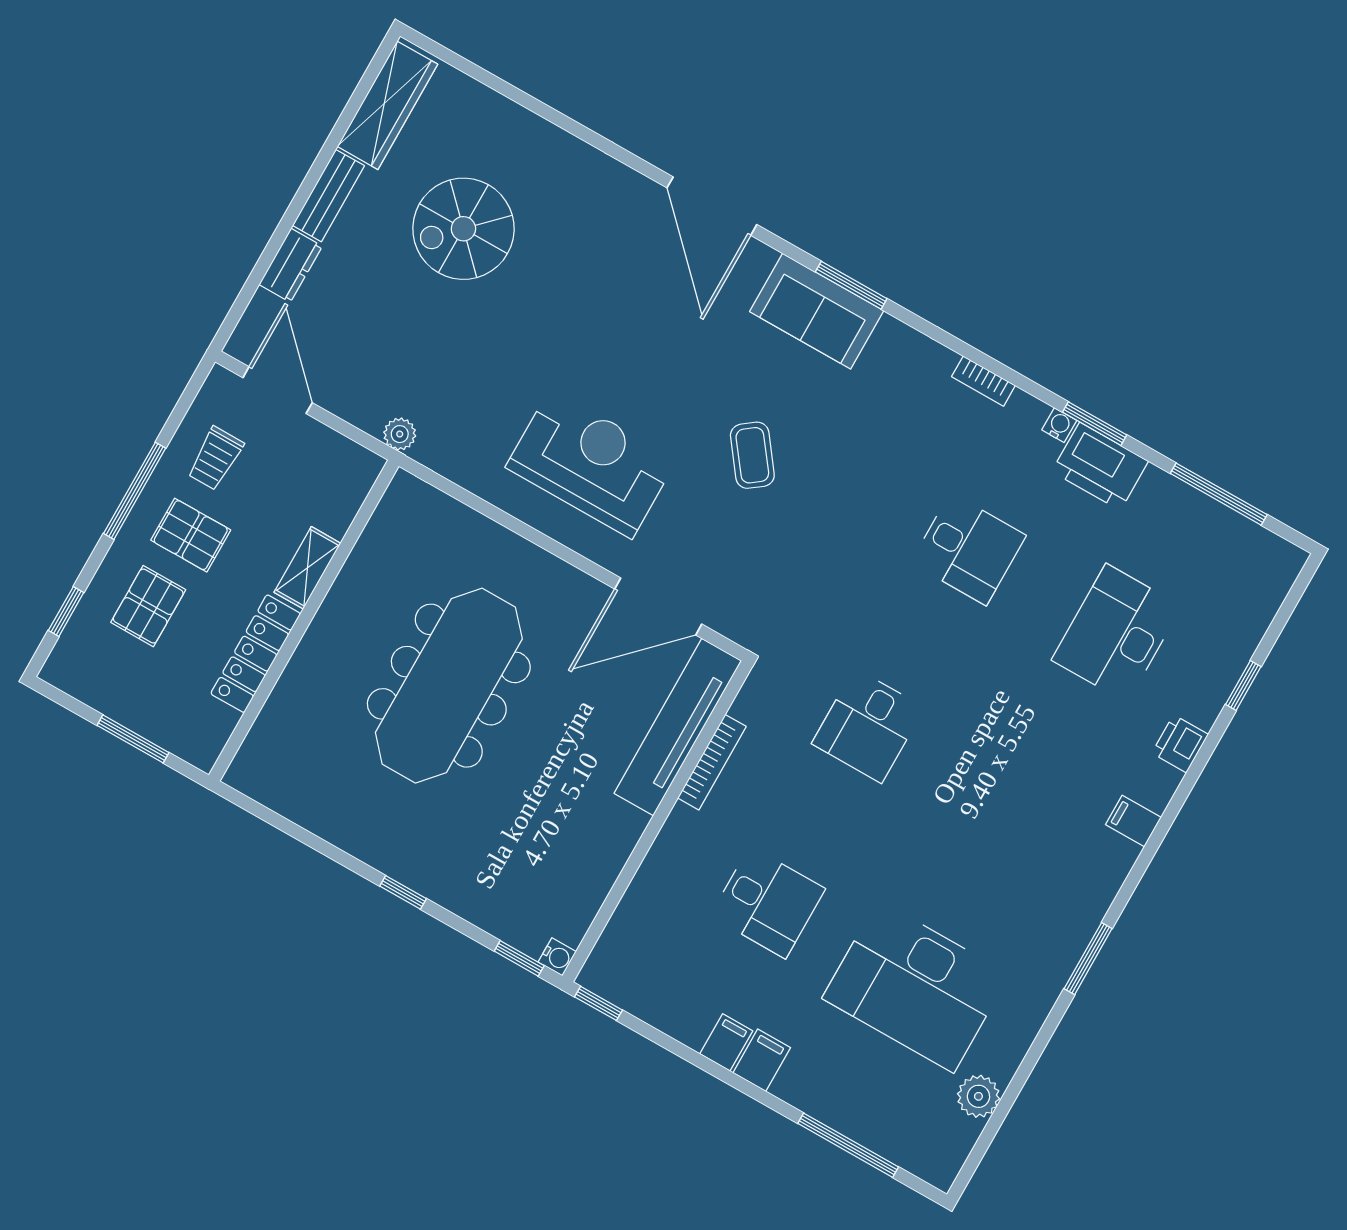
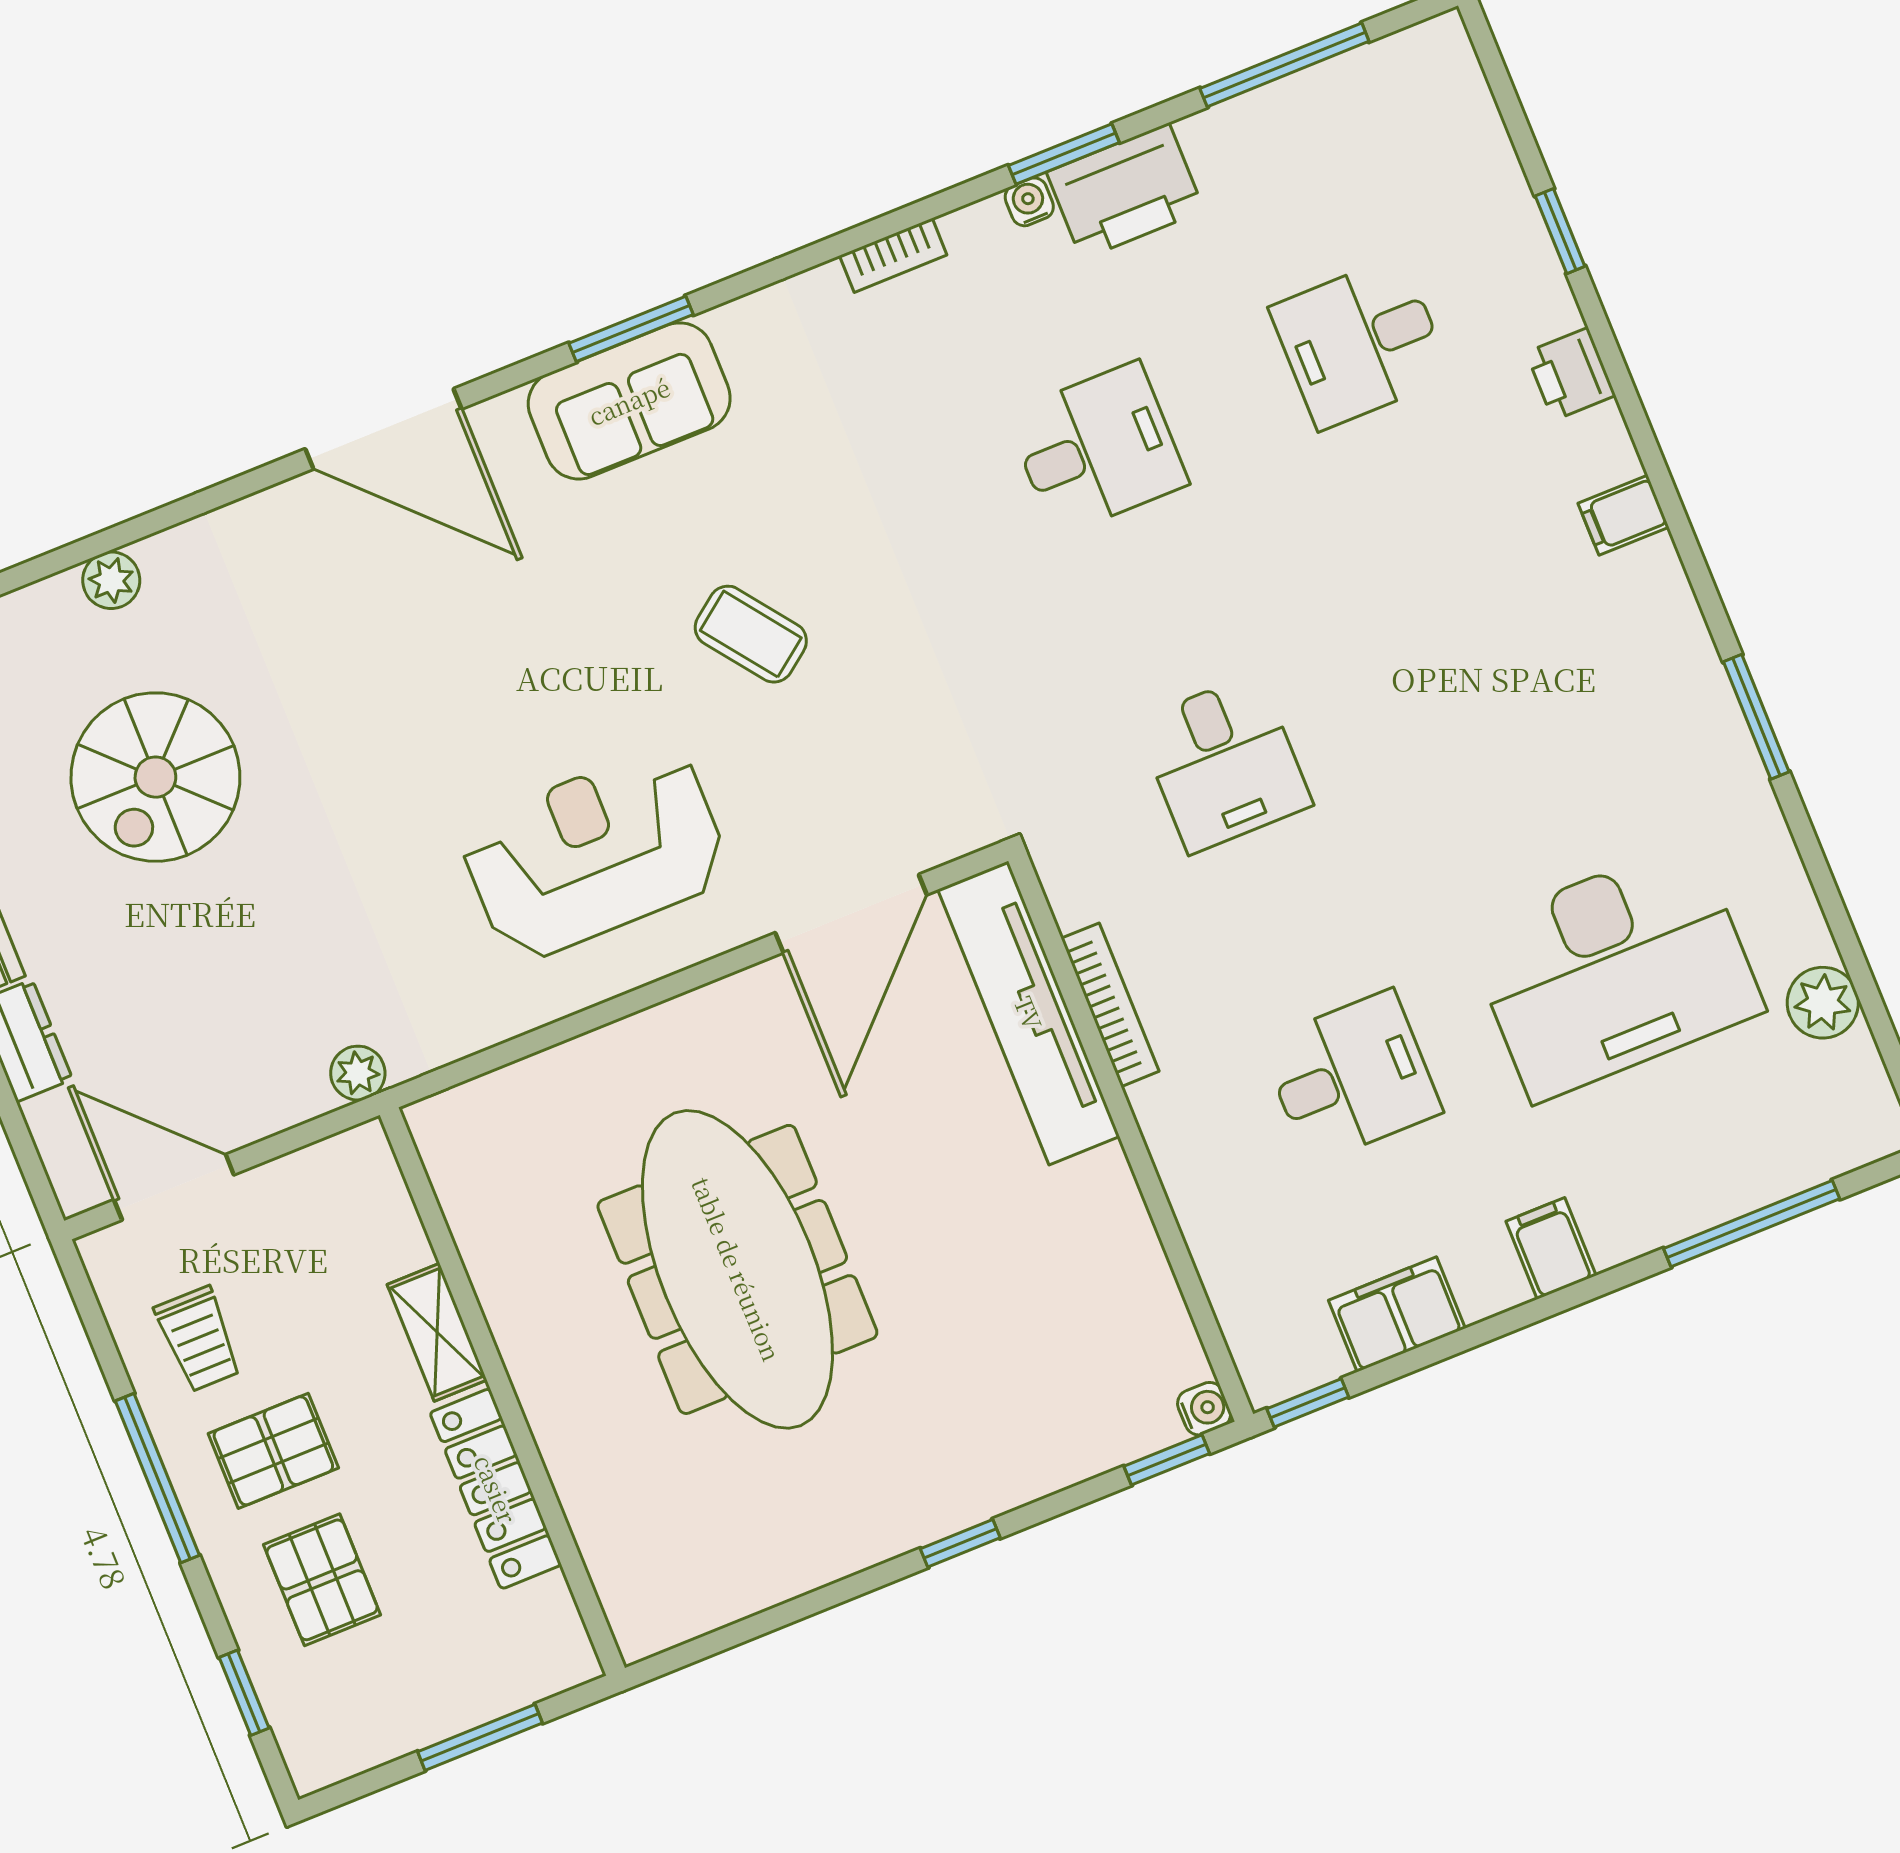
plant: (539, 135) -> (111, 580), added
desk: (1117, 633) -> (1360, 342), width x0.73
filing cabinet: (726, 1042) -> (1397, 1314), moved, width x2.00

